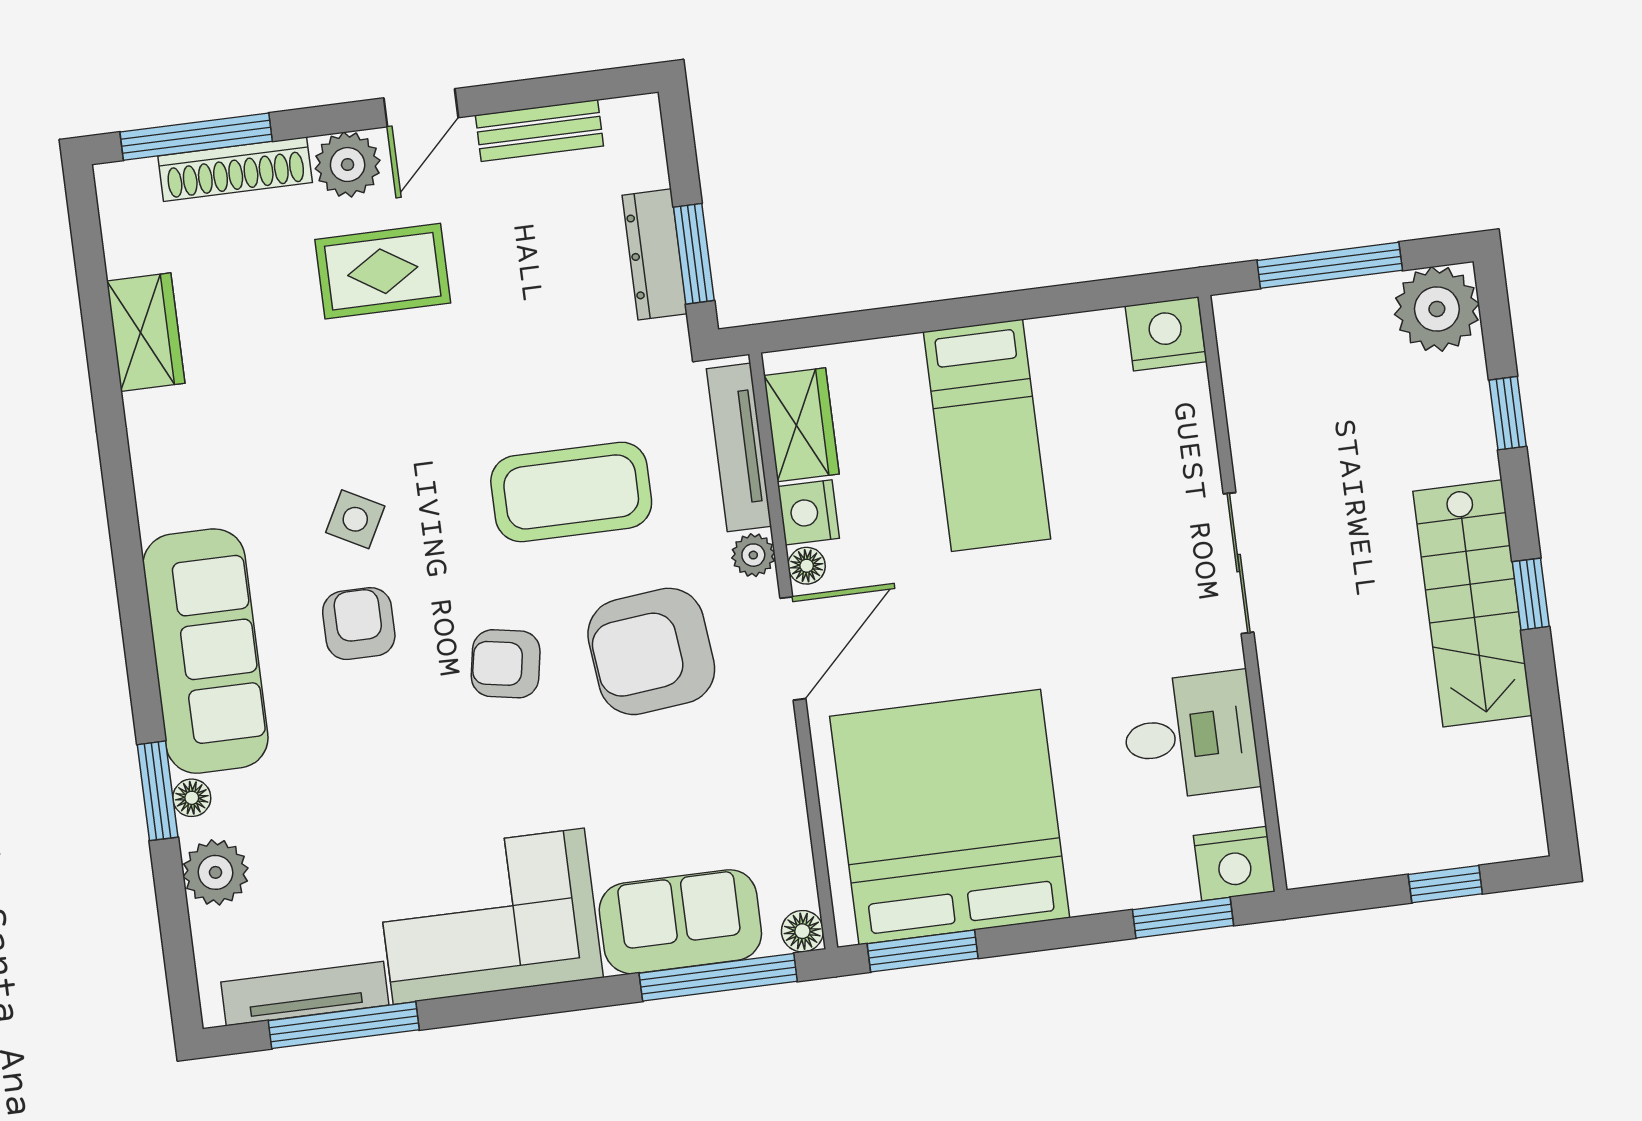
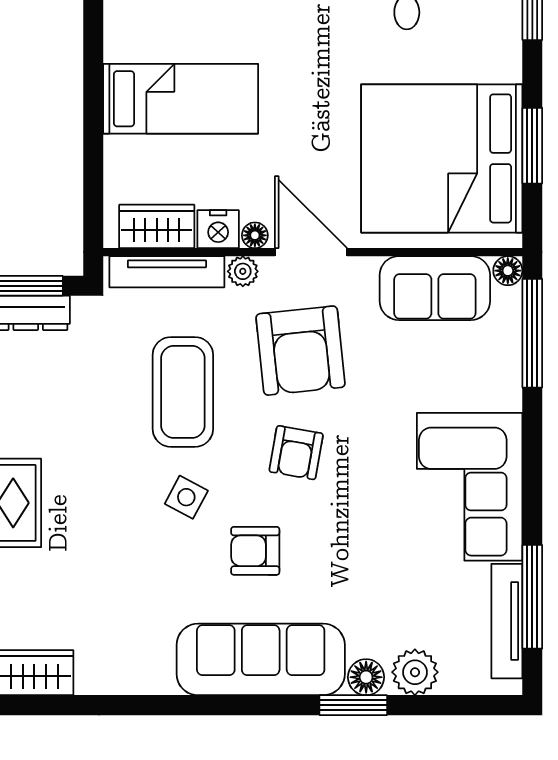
side table: (355, 519) -> (186, 497), moved
floor lamp: (192, 798) -> (366, 677), width x1.37, depth x1.37
sofa: (680, 922) -> (435, 288), moved, turned -90
window: (923, 951) -> (532, 146), moved

